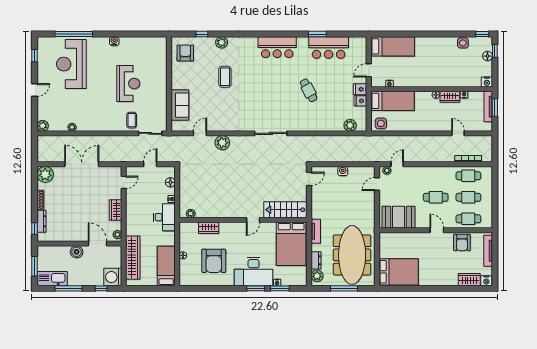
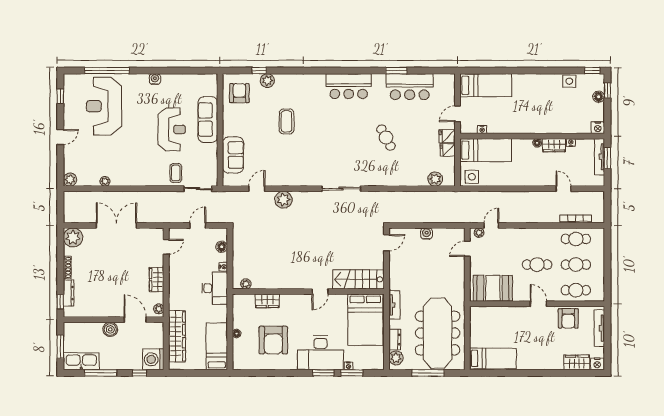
plant: (222, 42) -> (267, 81), moved
sofa: (159, 75) -> (208, 120), added
bed: (399, 272) -> (493, 358), width x0.67

